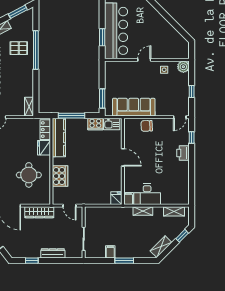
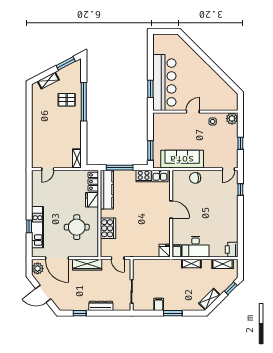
printer: (183, 153) -> (232, 250), moved

